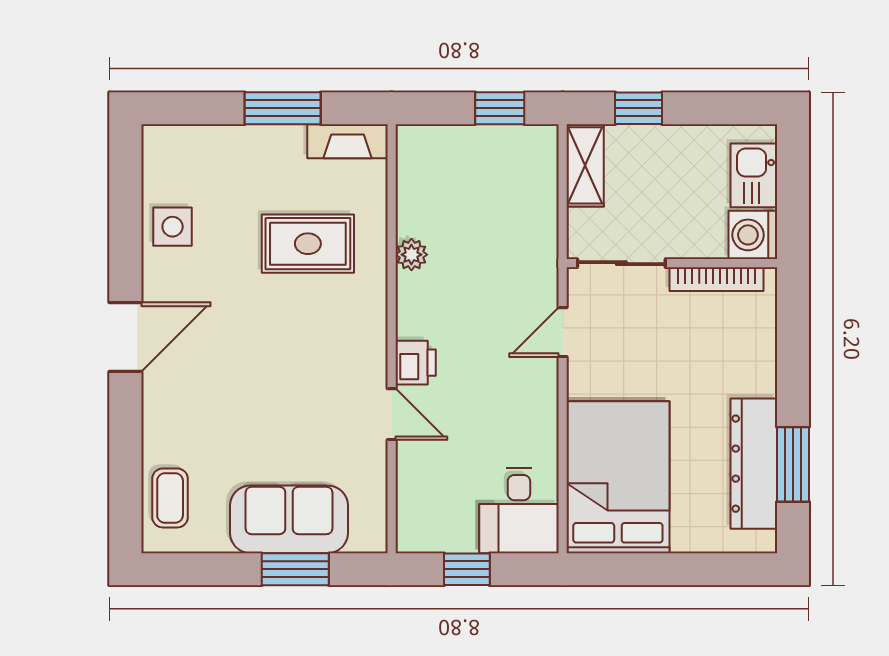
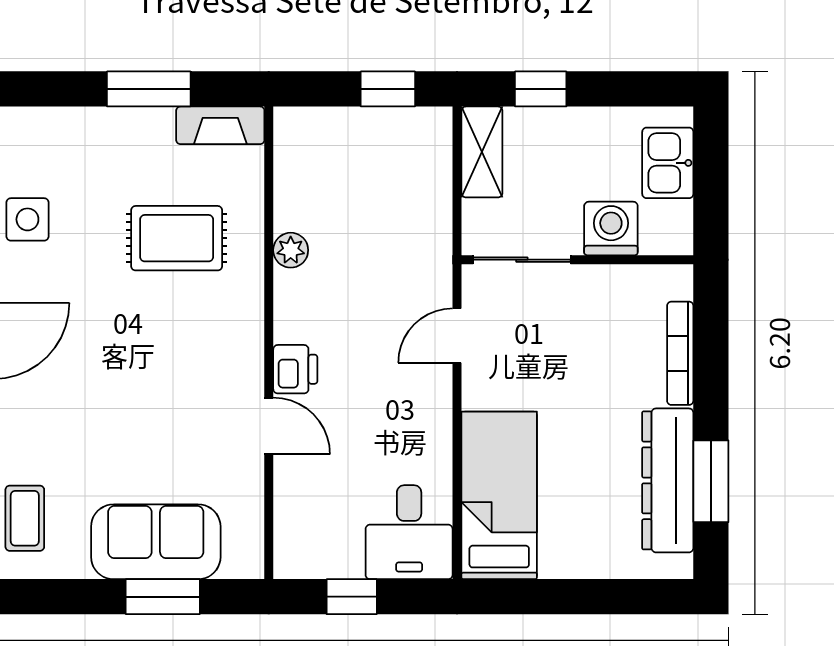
washing machine: (753, 235) -> (611, 229), moved, turned 90
bookcase: (717, 279) -> (680, 353), moved, turned 90
bed: (618, 477) -> (499, 495), width x0.67

